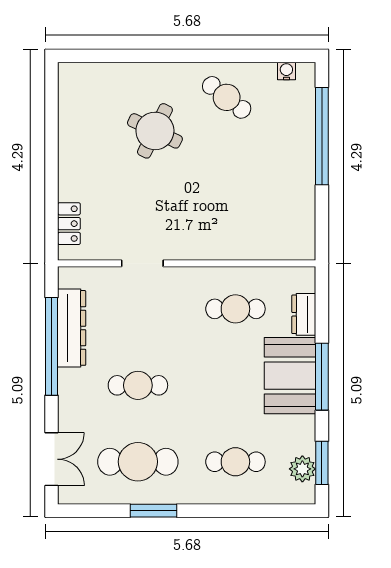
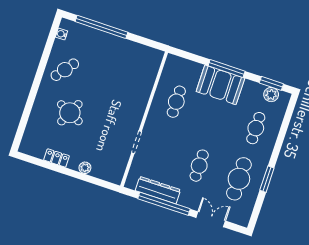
plant: (68, 189) -> (85, 168), added
locker: (69, 224) -> (57, 158), moved
dresser: (304, 314) -> (191, 67), removed
double door: (51, 459) -> (211, 219), moved

